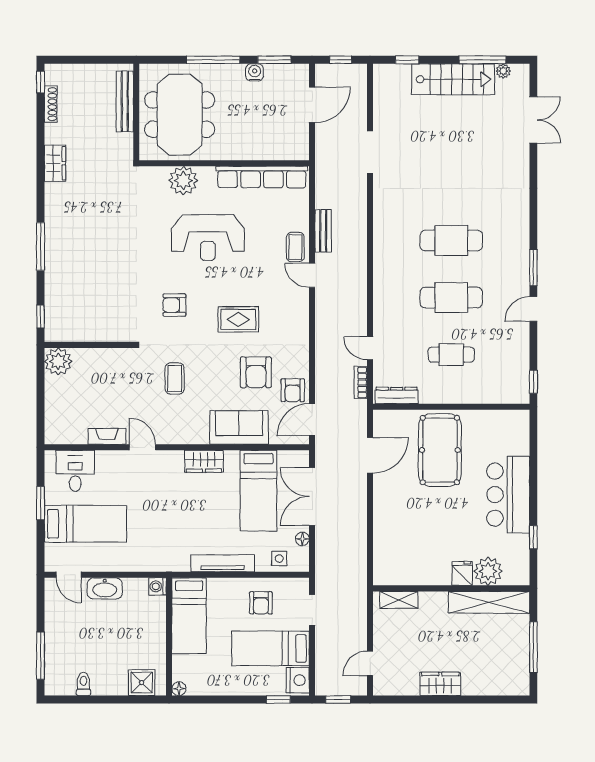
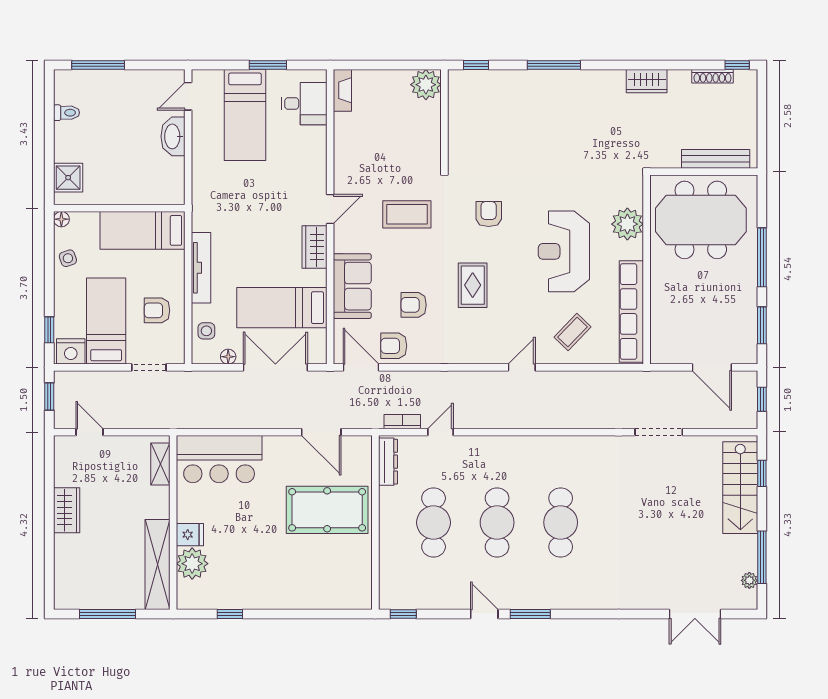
water cooler: (255, 72) -> (748, 303), removed
stairs: (453, 79) -> (740, 488), moved
bench: (323, 231) -> (571, 380), removed
coffee table: (295, 247) -> (572, 332), moved, turned -46
cafe table: (451, 355) -> (434, 522), width x1.37, depth x1.35
armchair: (256, 372) -> (414, 305), width x0.72, depth x0.72
coffee table: (175, 378) -> (407, 214), width x1.36, depth x1.30
fireplace: (107, 436) -> (342, 90), moved
door: (142, 447) -> (330, 209), moved
bar counter: (508, 495) -> (219, 459), moved, turned 180
washing machine: (158, 586) -> (175, 195), removed
side table: (214, 683) -> (68, 258), added

